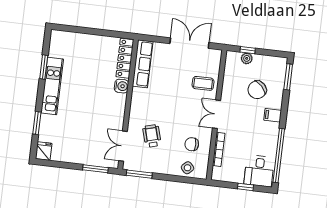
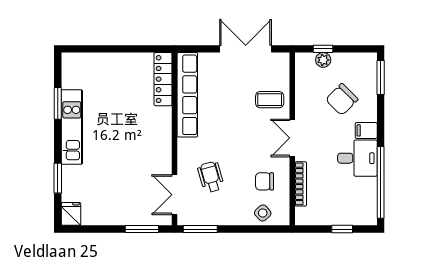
row of seats: (143, 64) -> (187, 95), width x1.36
water cooler: (121, 86) -> (163, 116), removed
desk: (259, 171) -> (357, 158), moved, turned -90

